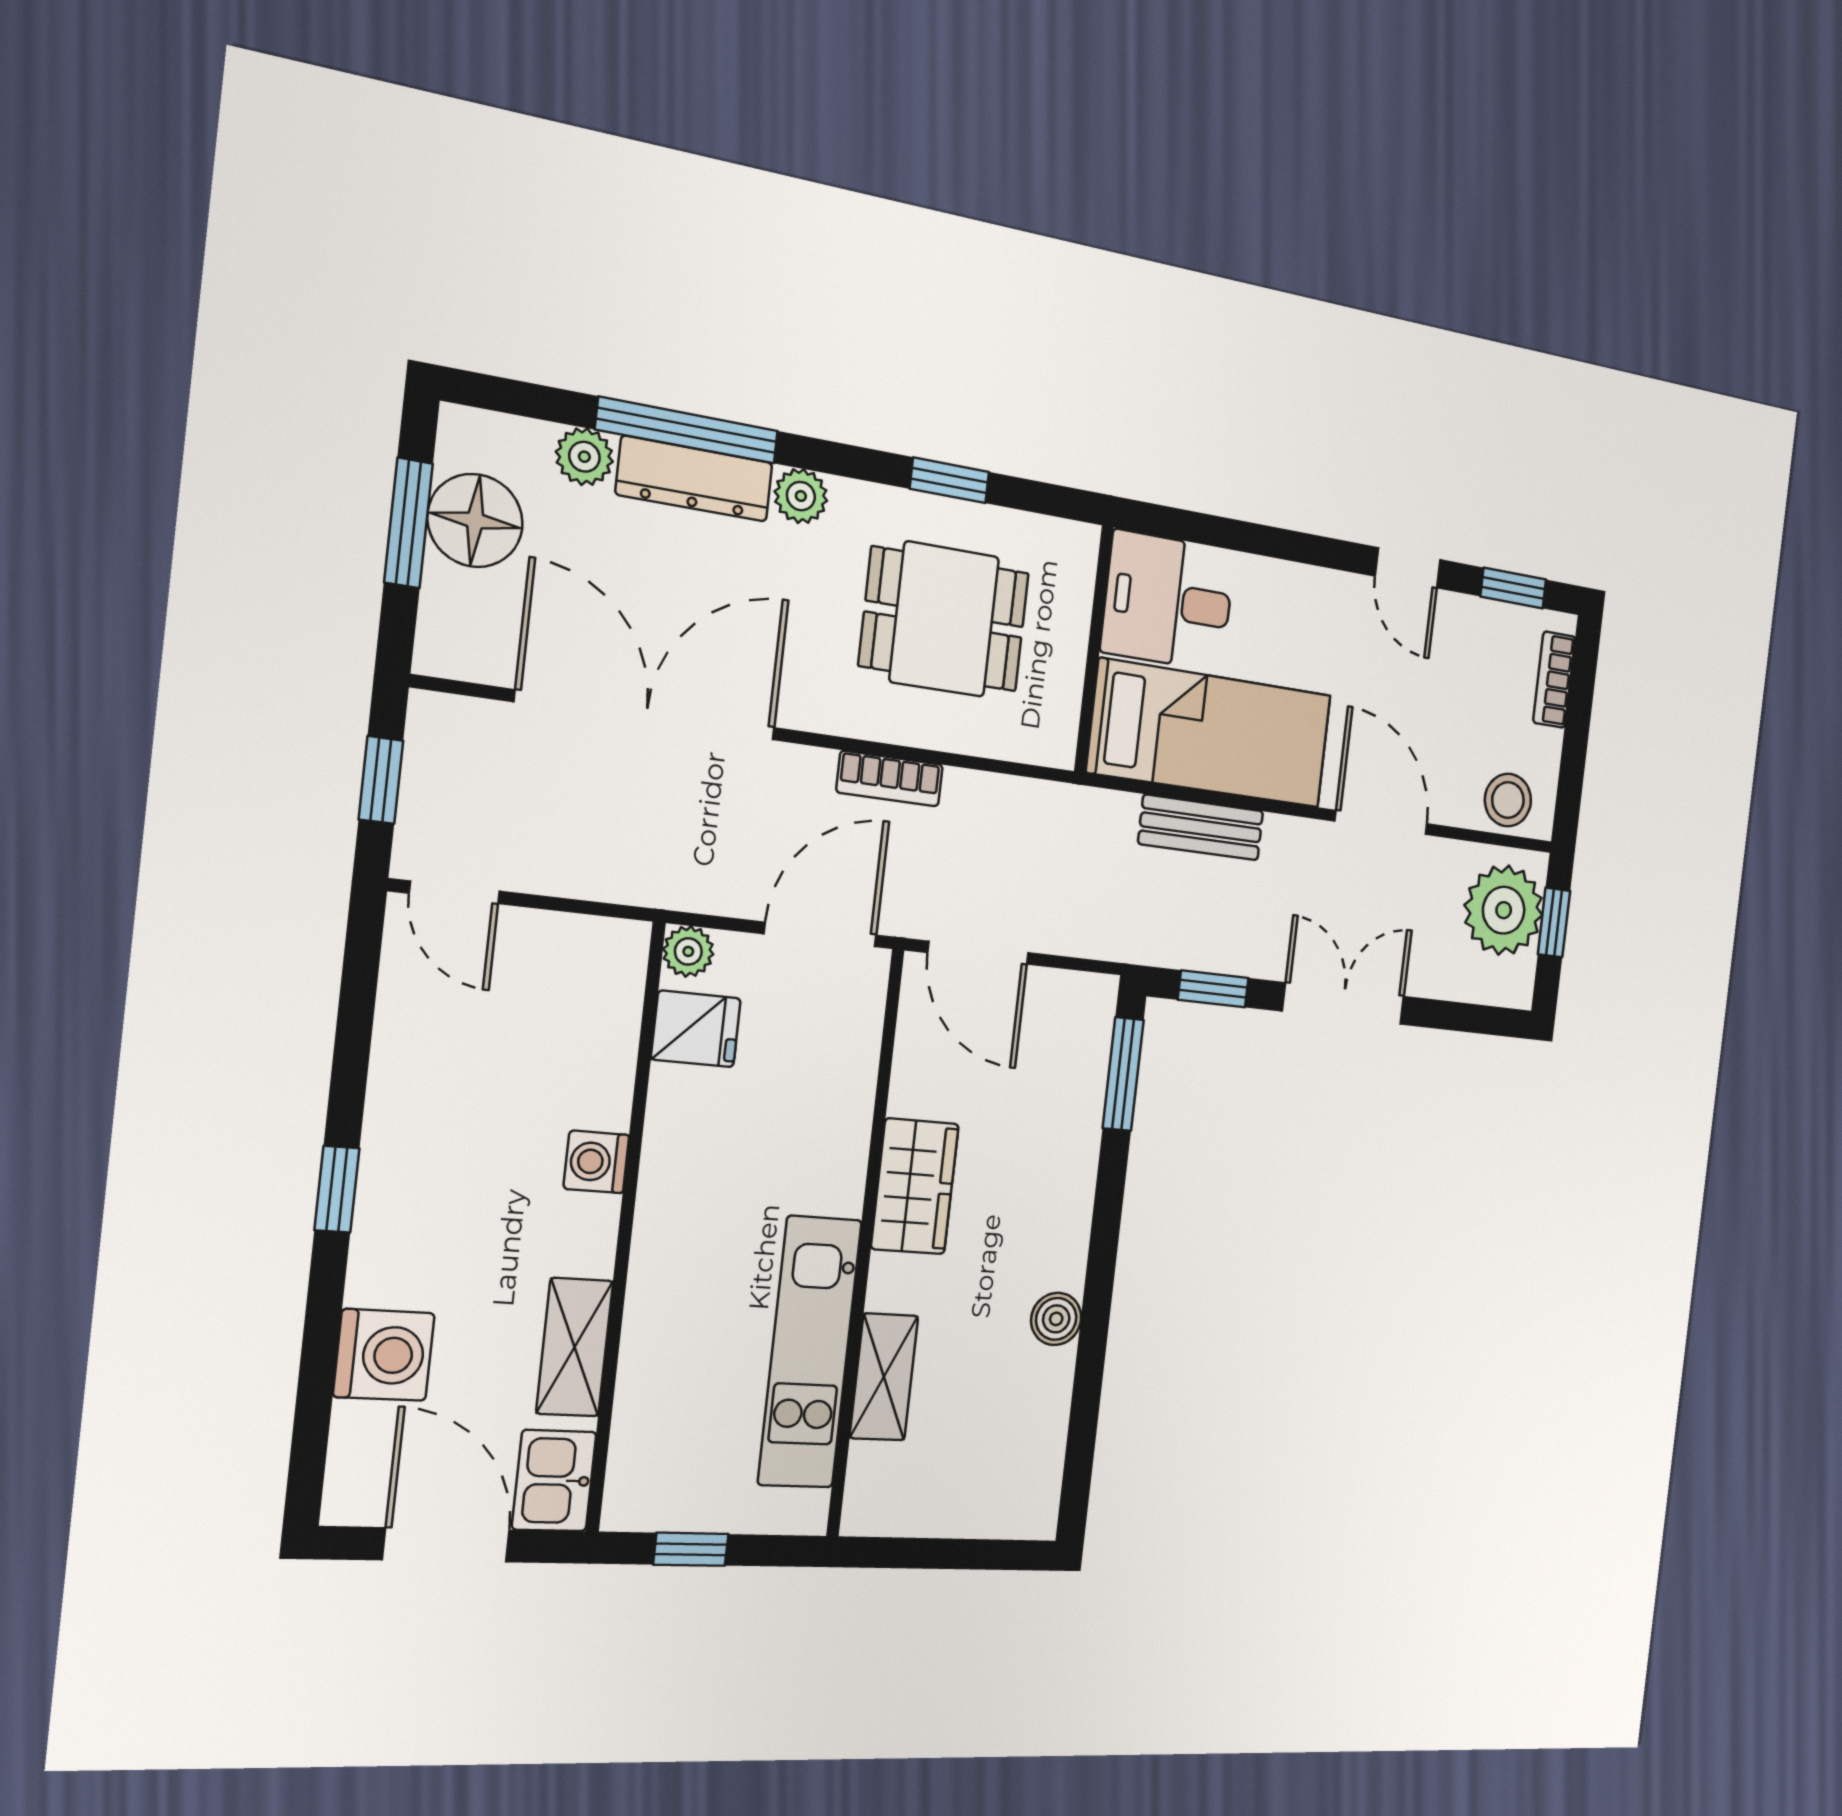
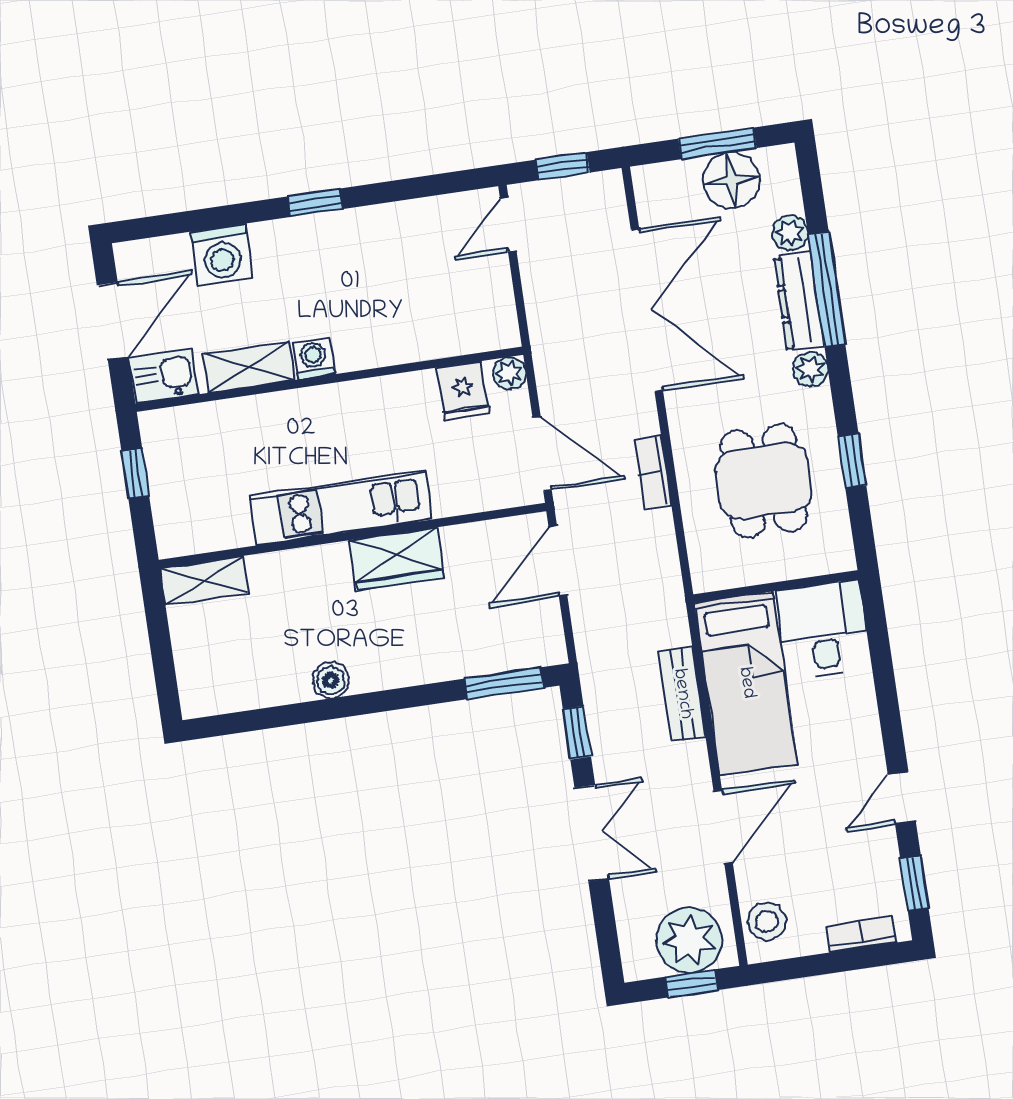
washing machine: (596, 1162) -> (314, 358), moved
kitchen unit: (810, 1352) -> (341, 508), moved
shelving: (884, 1377) -> (204, 581), moved

